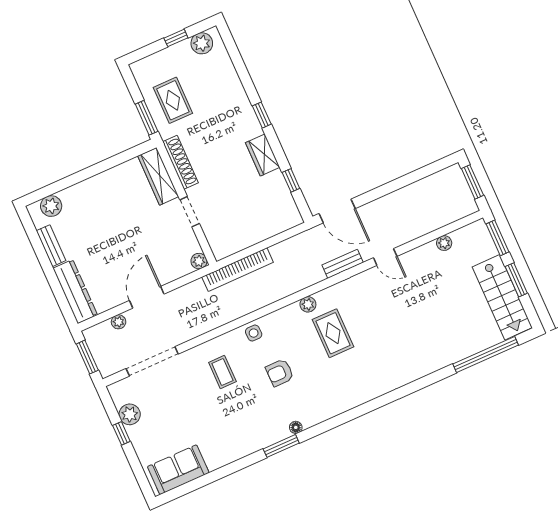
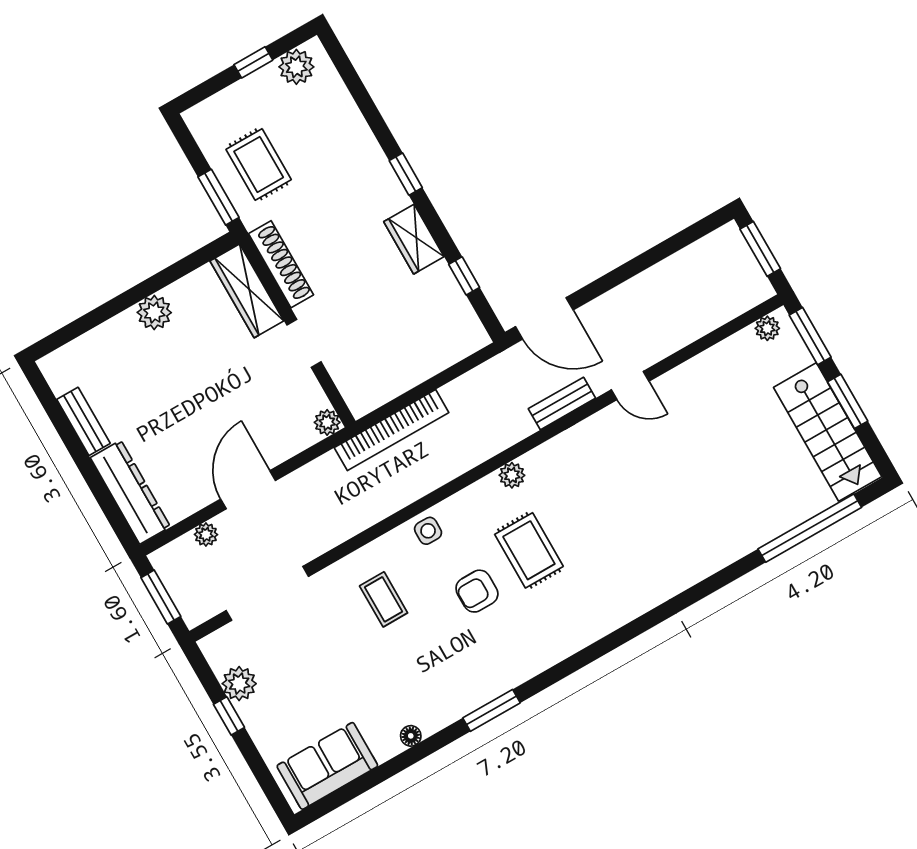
plant: (51, 206) -> (154, 313), moved
plant: (444, 243) -> (767, 328), moved
rug: (333, 333) -> (529, 550), moved
floor lamp: (296, 427) -> (411, 736), moved

